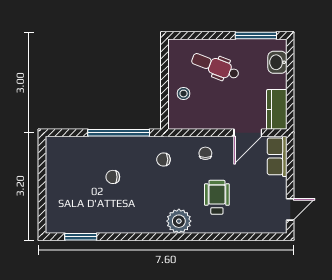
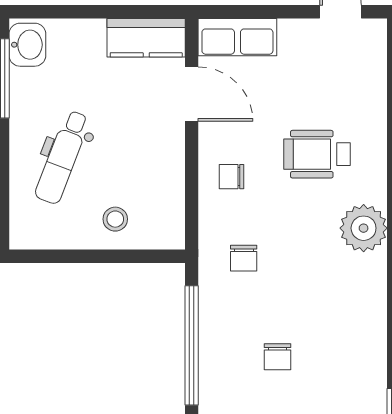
washbasin: (277, 62) -> (27, 45), moved, turned -90

